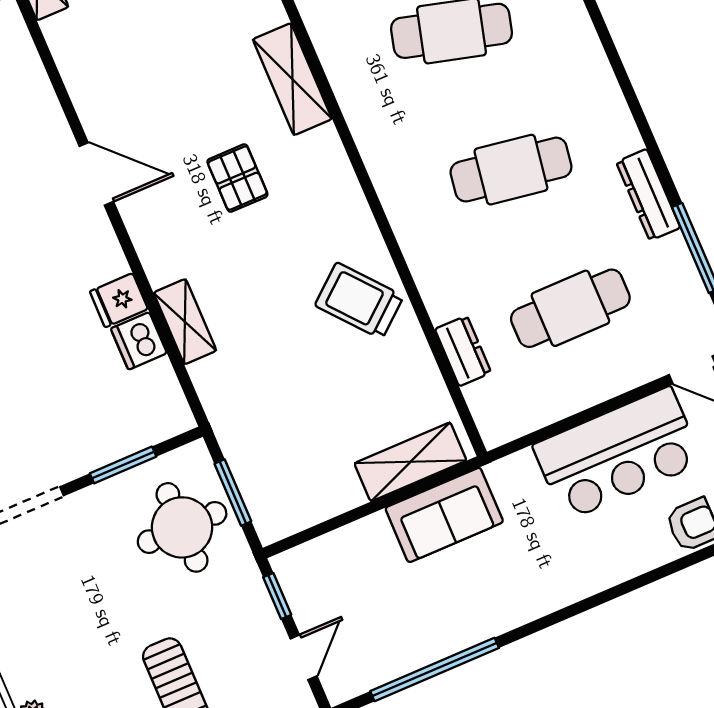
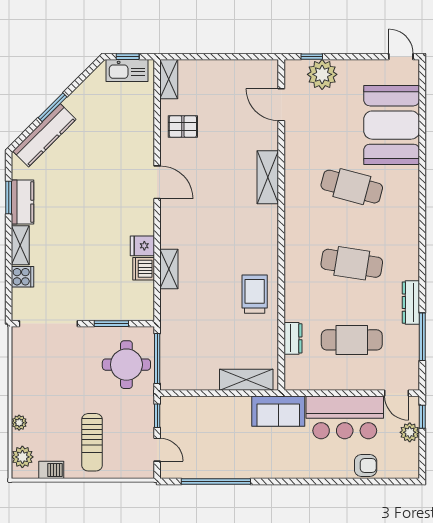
pallet: (237, 178) -> (183, 126), moved, turned 90
trolley: (359, 301) -> (255, 294), turned 40
window: (233, 492) -> (157, 358), width x1.44
sofa: (444, 515) -> (278, 411), moved
door: (304, 657) -> (157, 450), hinge flipped

